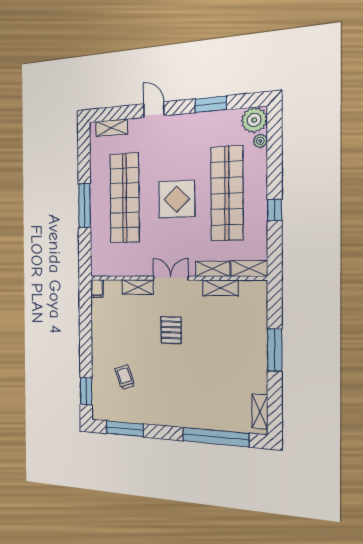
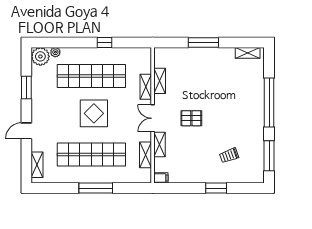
shelving: (249, 268) -> (146, 155), moved
window: (86, 391) -> (216, 188), moved
window: (215, 437) -> (269, 102), moved

